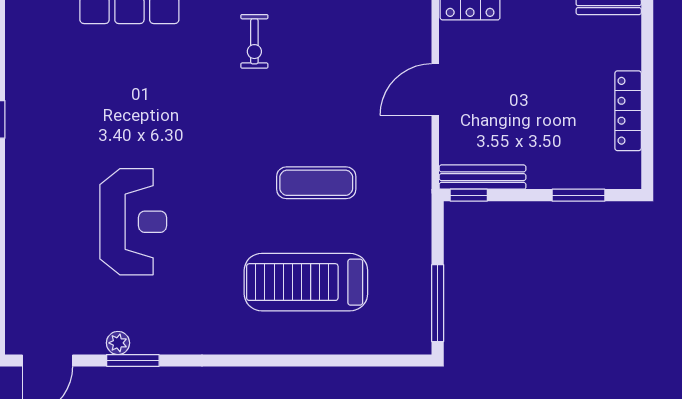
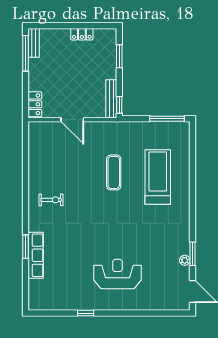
locker: (628, 111) -> (82, 34), width x0.66
reception desk: (133, 222) -> (117, 274), moved
treadmill: (306, 282) -> (158, 177), turned 180

